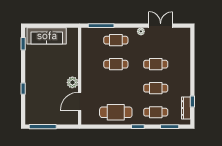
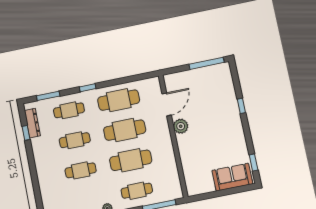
sofa: (47, 36) -> (232, 177), width x0.73
cafe table: (116, 64) -> (131, 160), width x1.37, depth x1.35
cafe table: (116, 88) -> (125, 130), added

